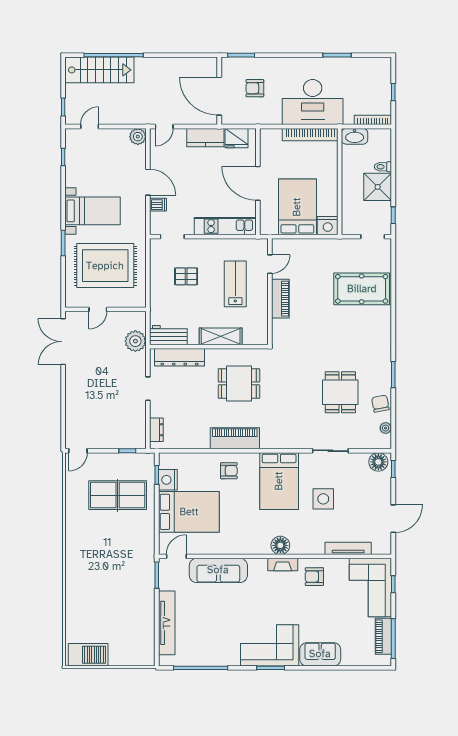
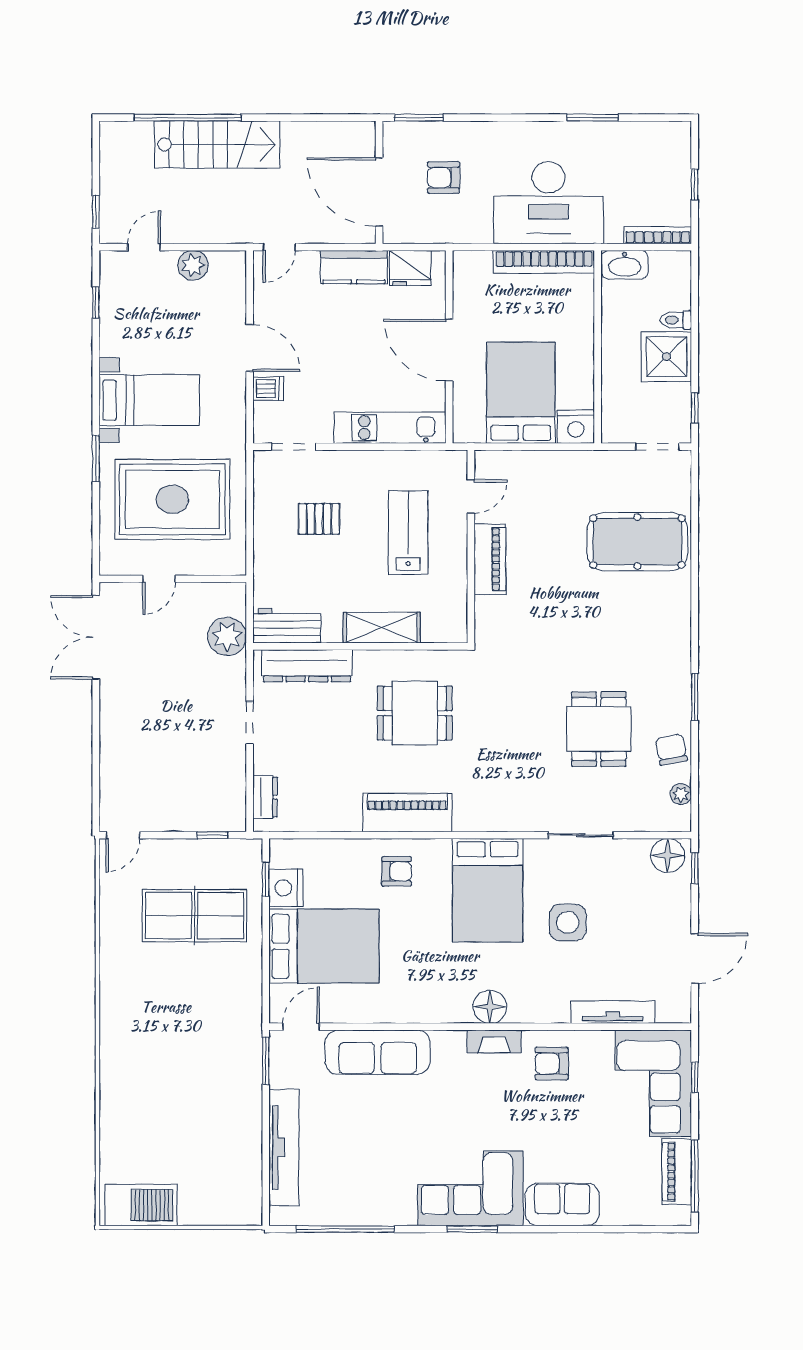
stairs: (99, 70) -> (217, 144), moved
plant: (138, 137) -> (193, 265), moved

